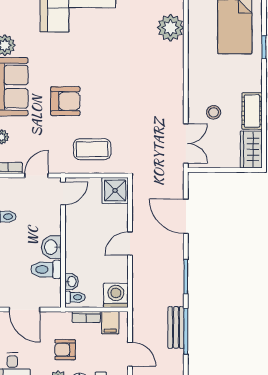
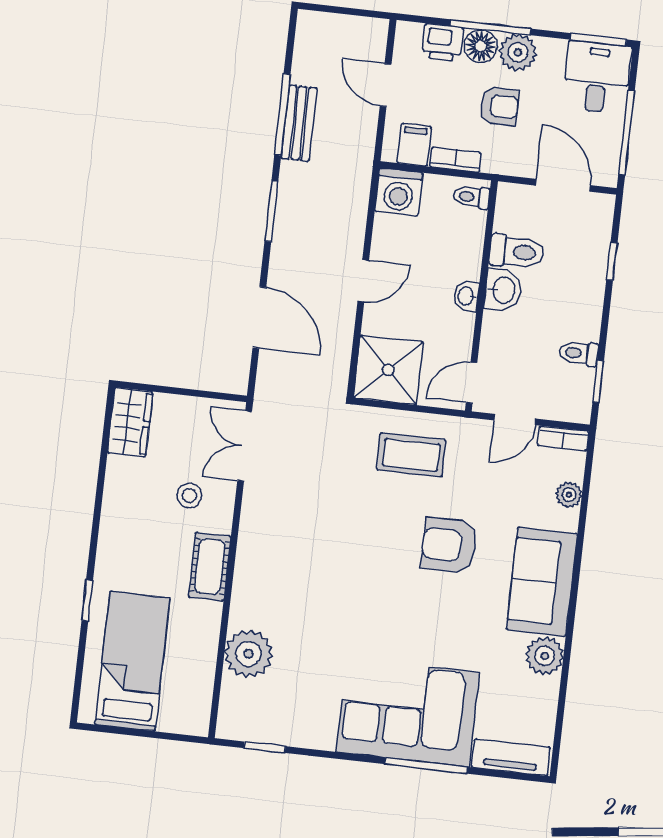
cot: (252, 111) -> (210, 567), moved
shower: (115, 190) -> (388, 370), width x1.36, depth x1.36
washbasin: (71, 281) -> (466, 296), moved

